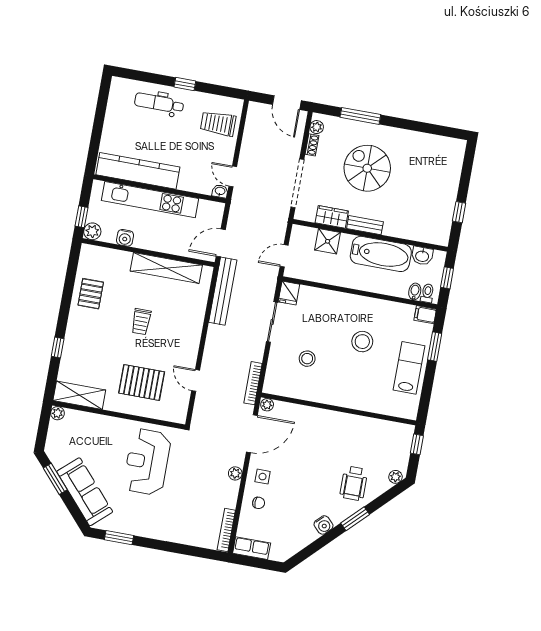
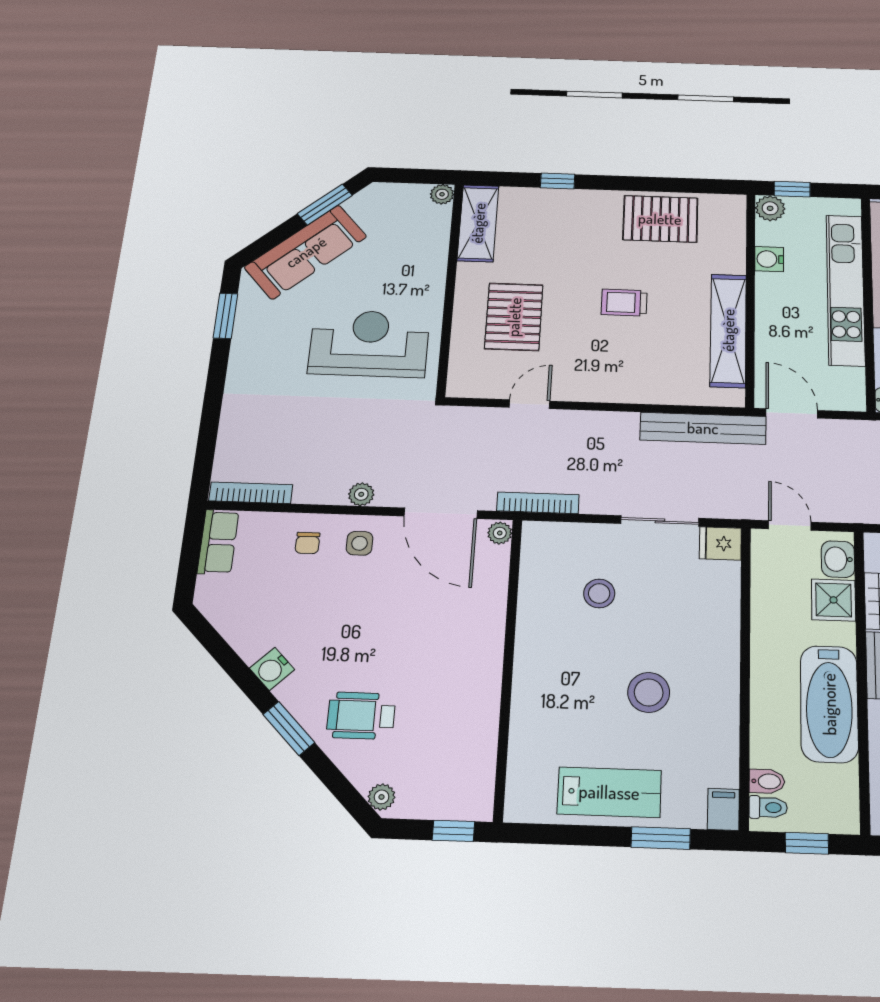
washbasin: (422, 256) -> (838, 559), moved
pallet: (91, 294) -> (660, 219), width x1.50, depth x1.42

